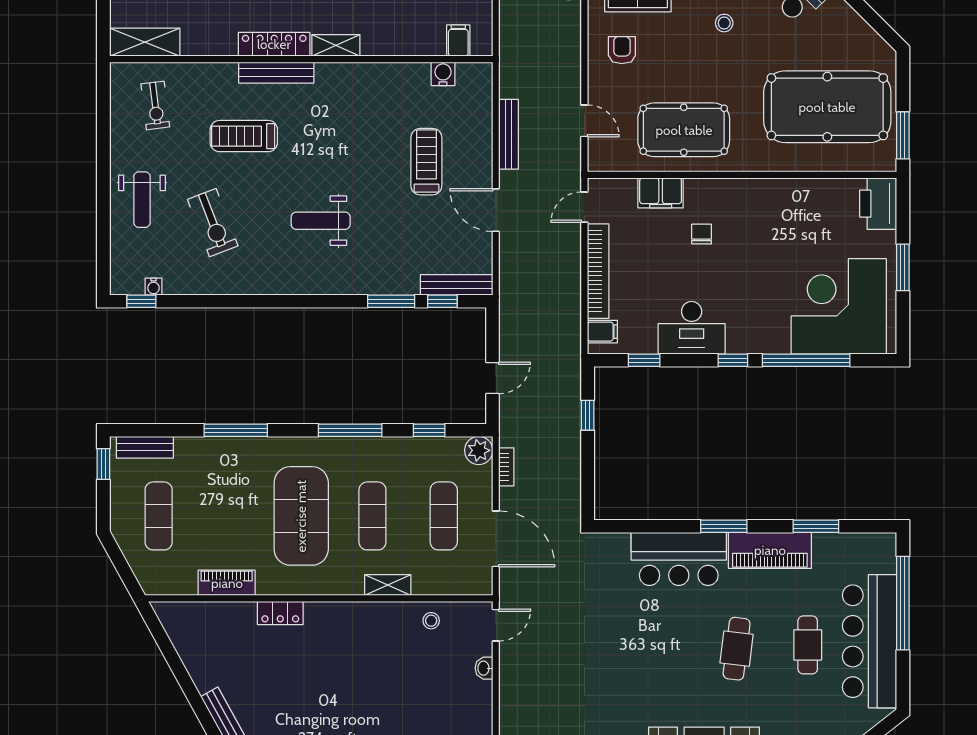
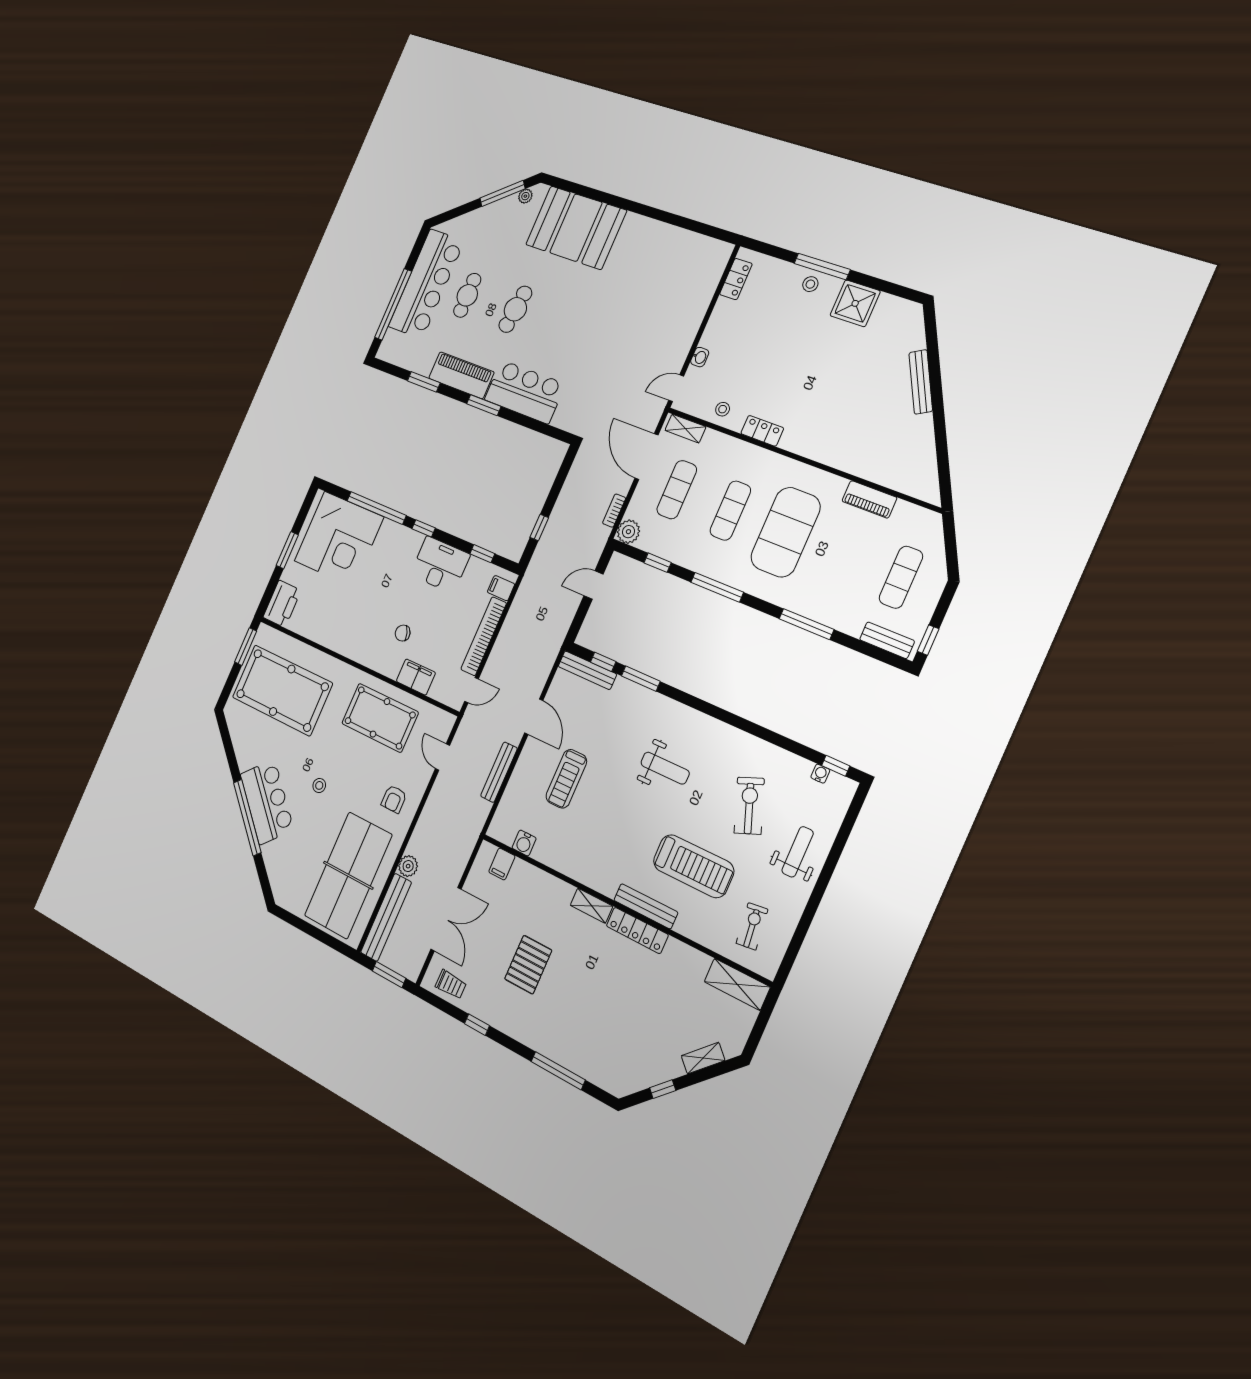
treadmill: (244, 136) -> (694, 866), width x1.37, depth x1.38
chair: (702, 234) -> (403, 633), turned 70
shelving: (388, 585) -> (685, 429), moved
locker: (280, 613) -> (762, 431), moved

